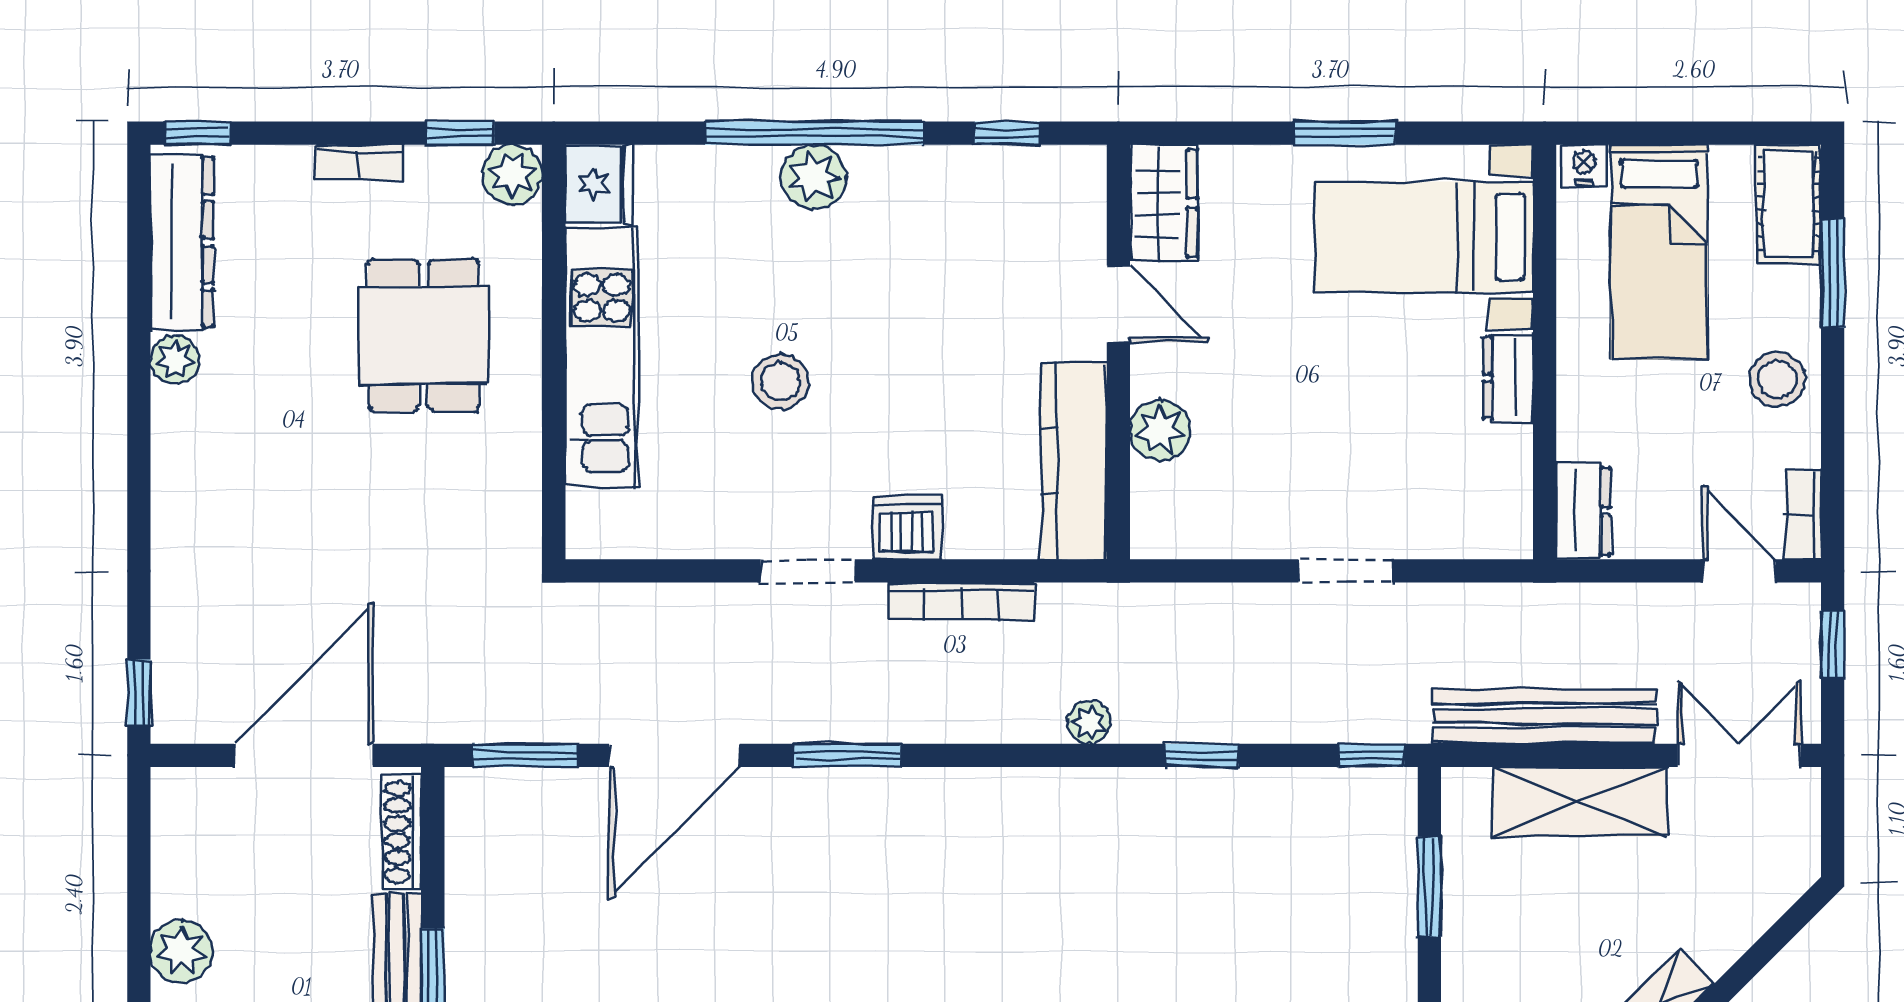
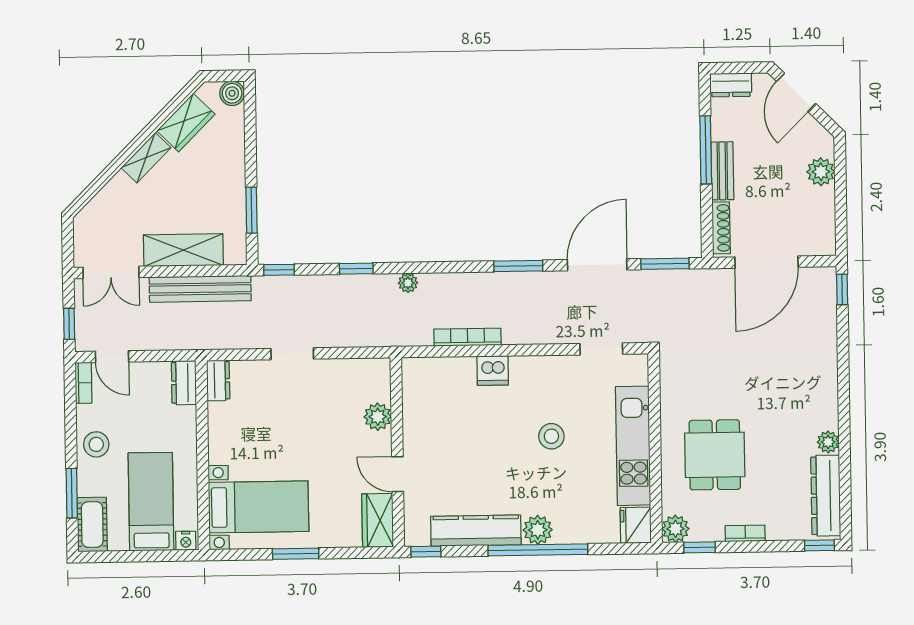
window: (1007, 133) -> (426, 552), moved
dresser: (1508, 378) -> (218, 380), moved
kitchen counter: (1074, 461) -> (476, 531), moved, turned -90
doorway: (808, 571) -> (601, 349), moved

